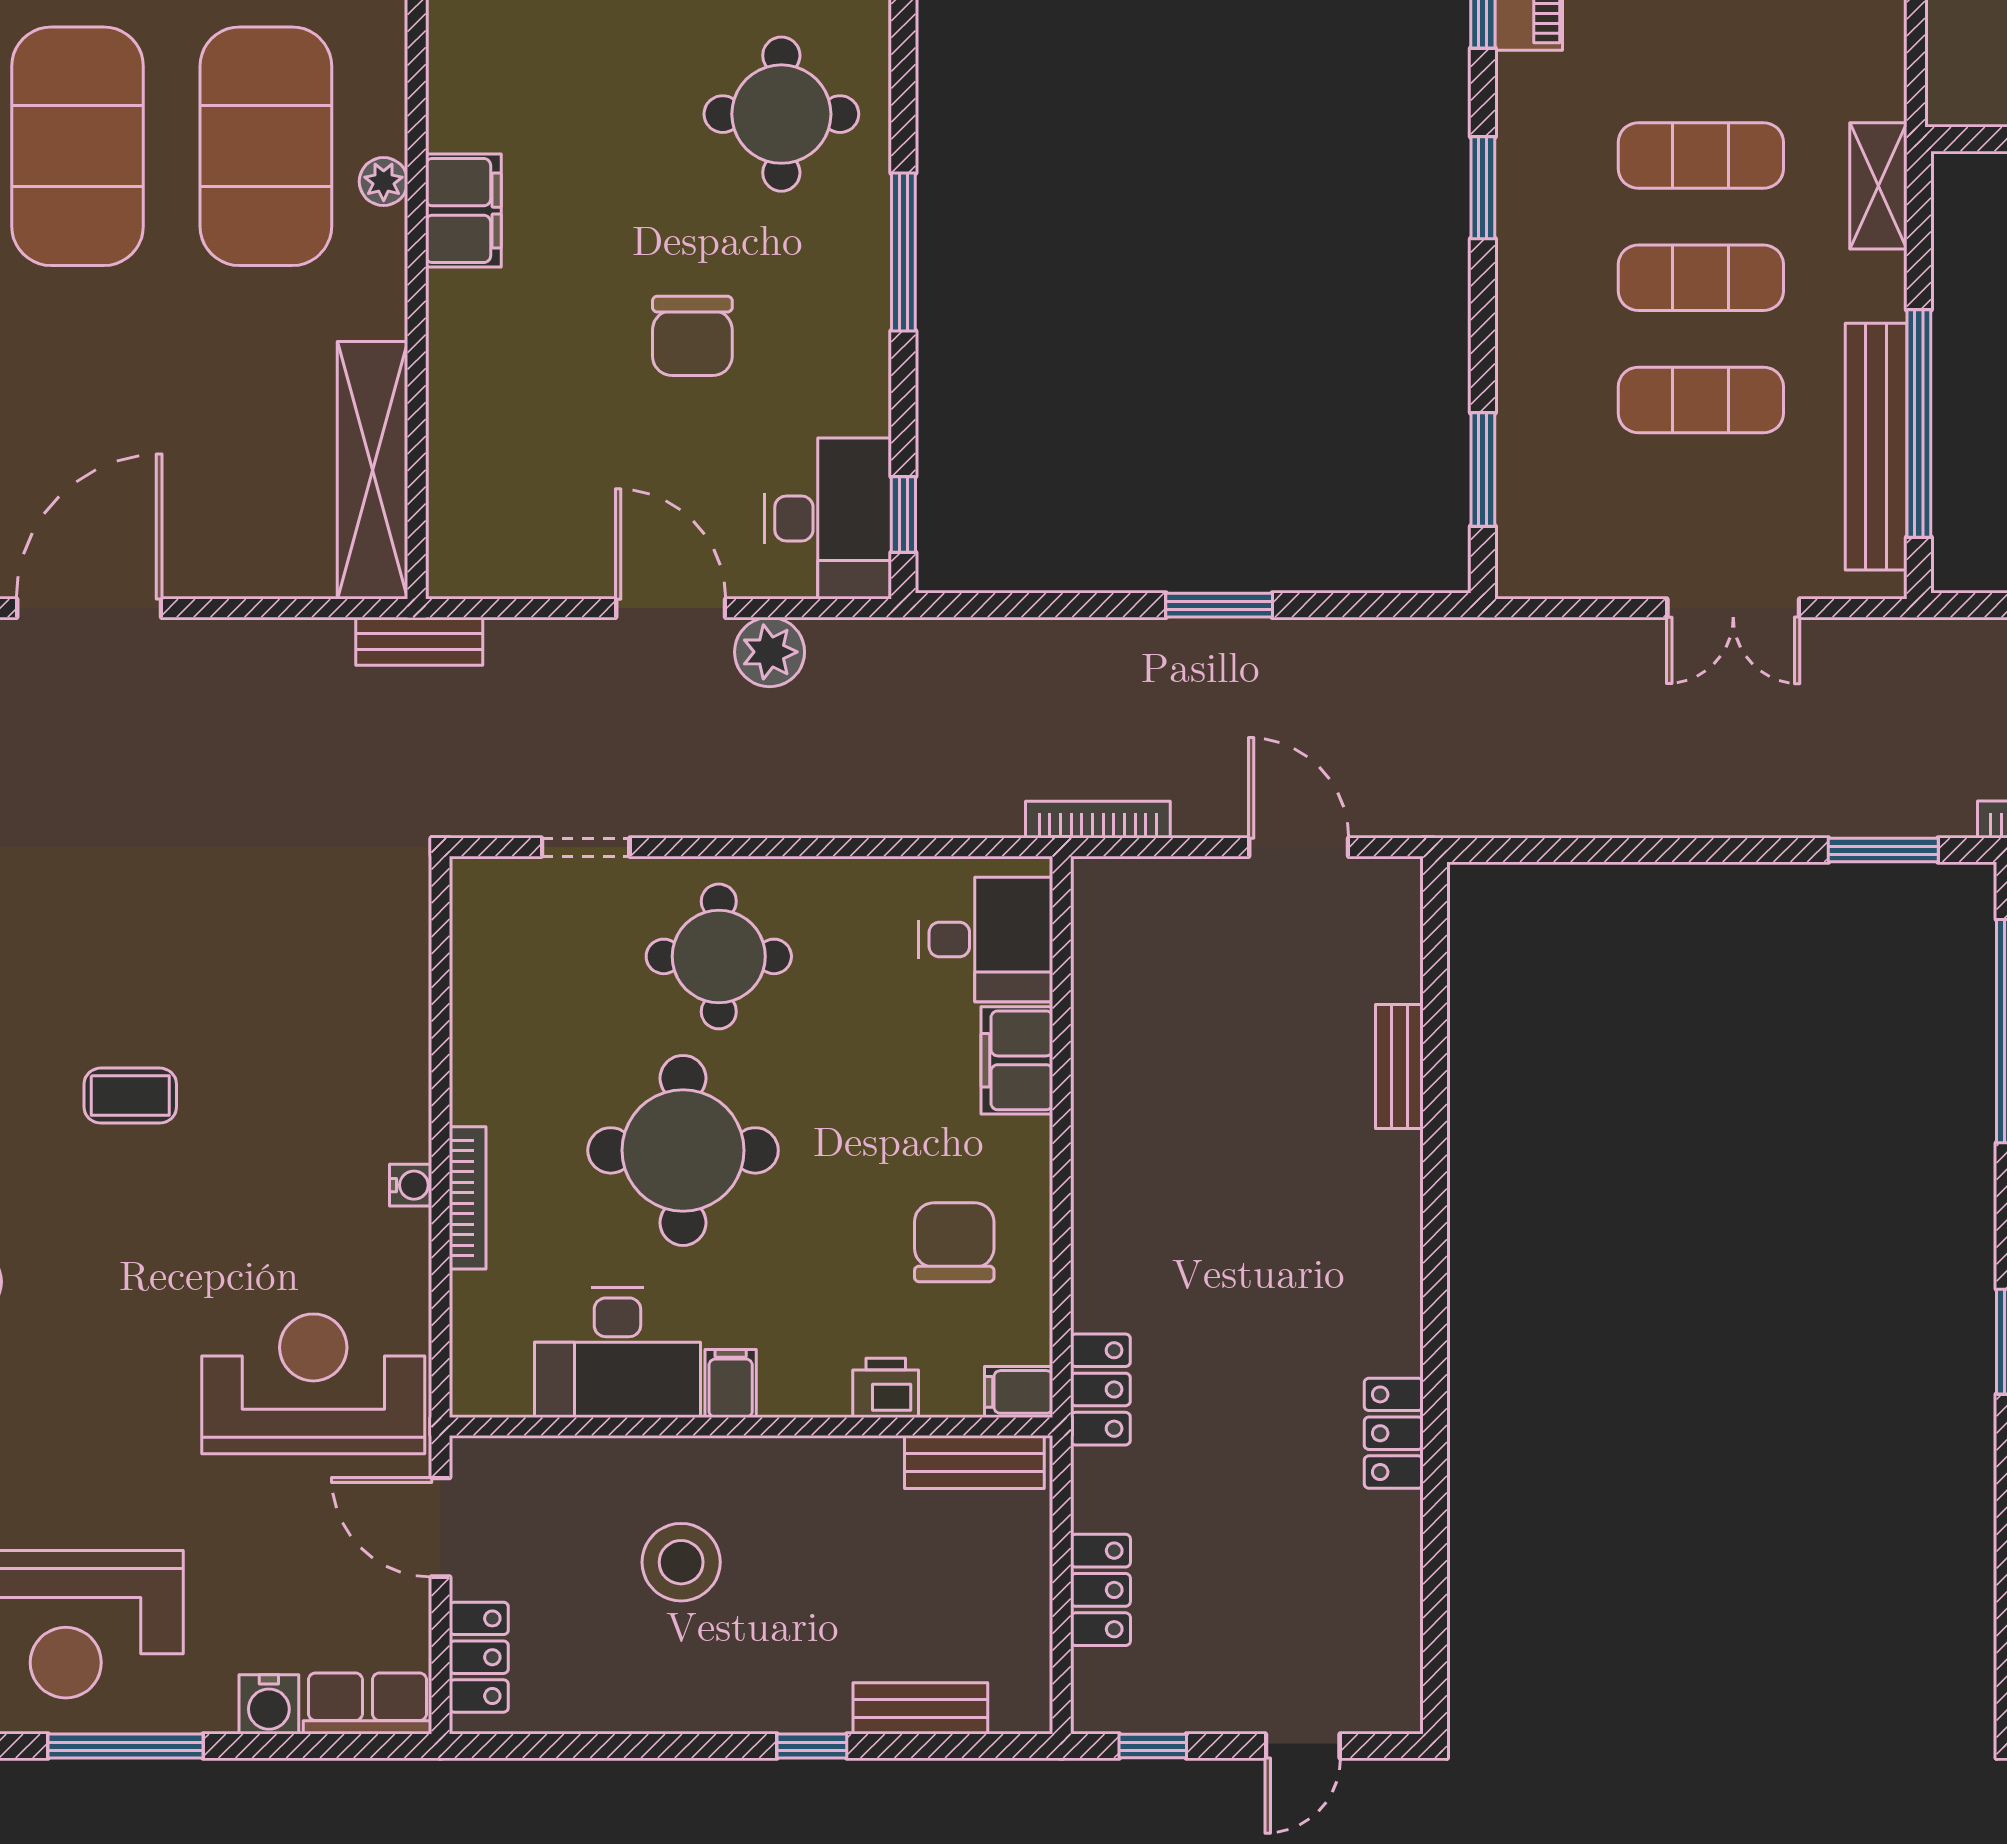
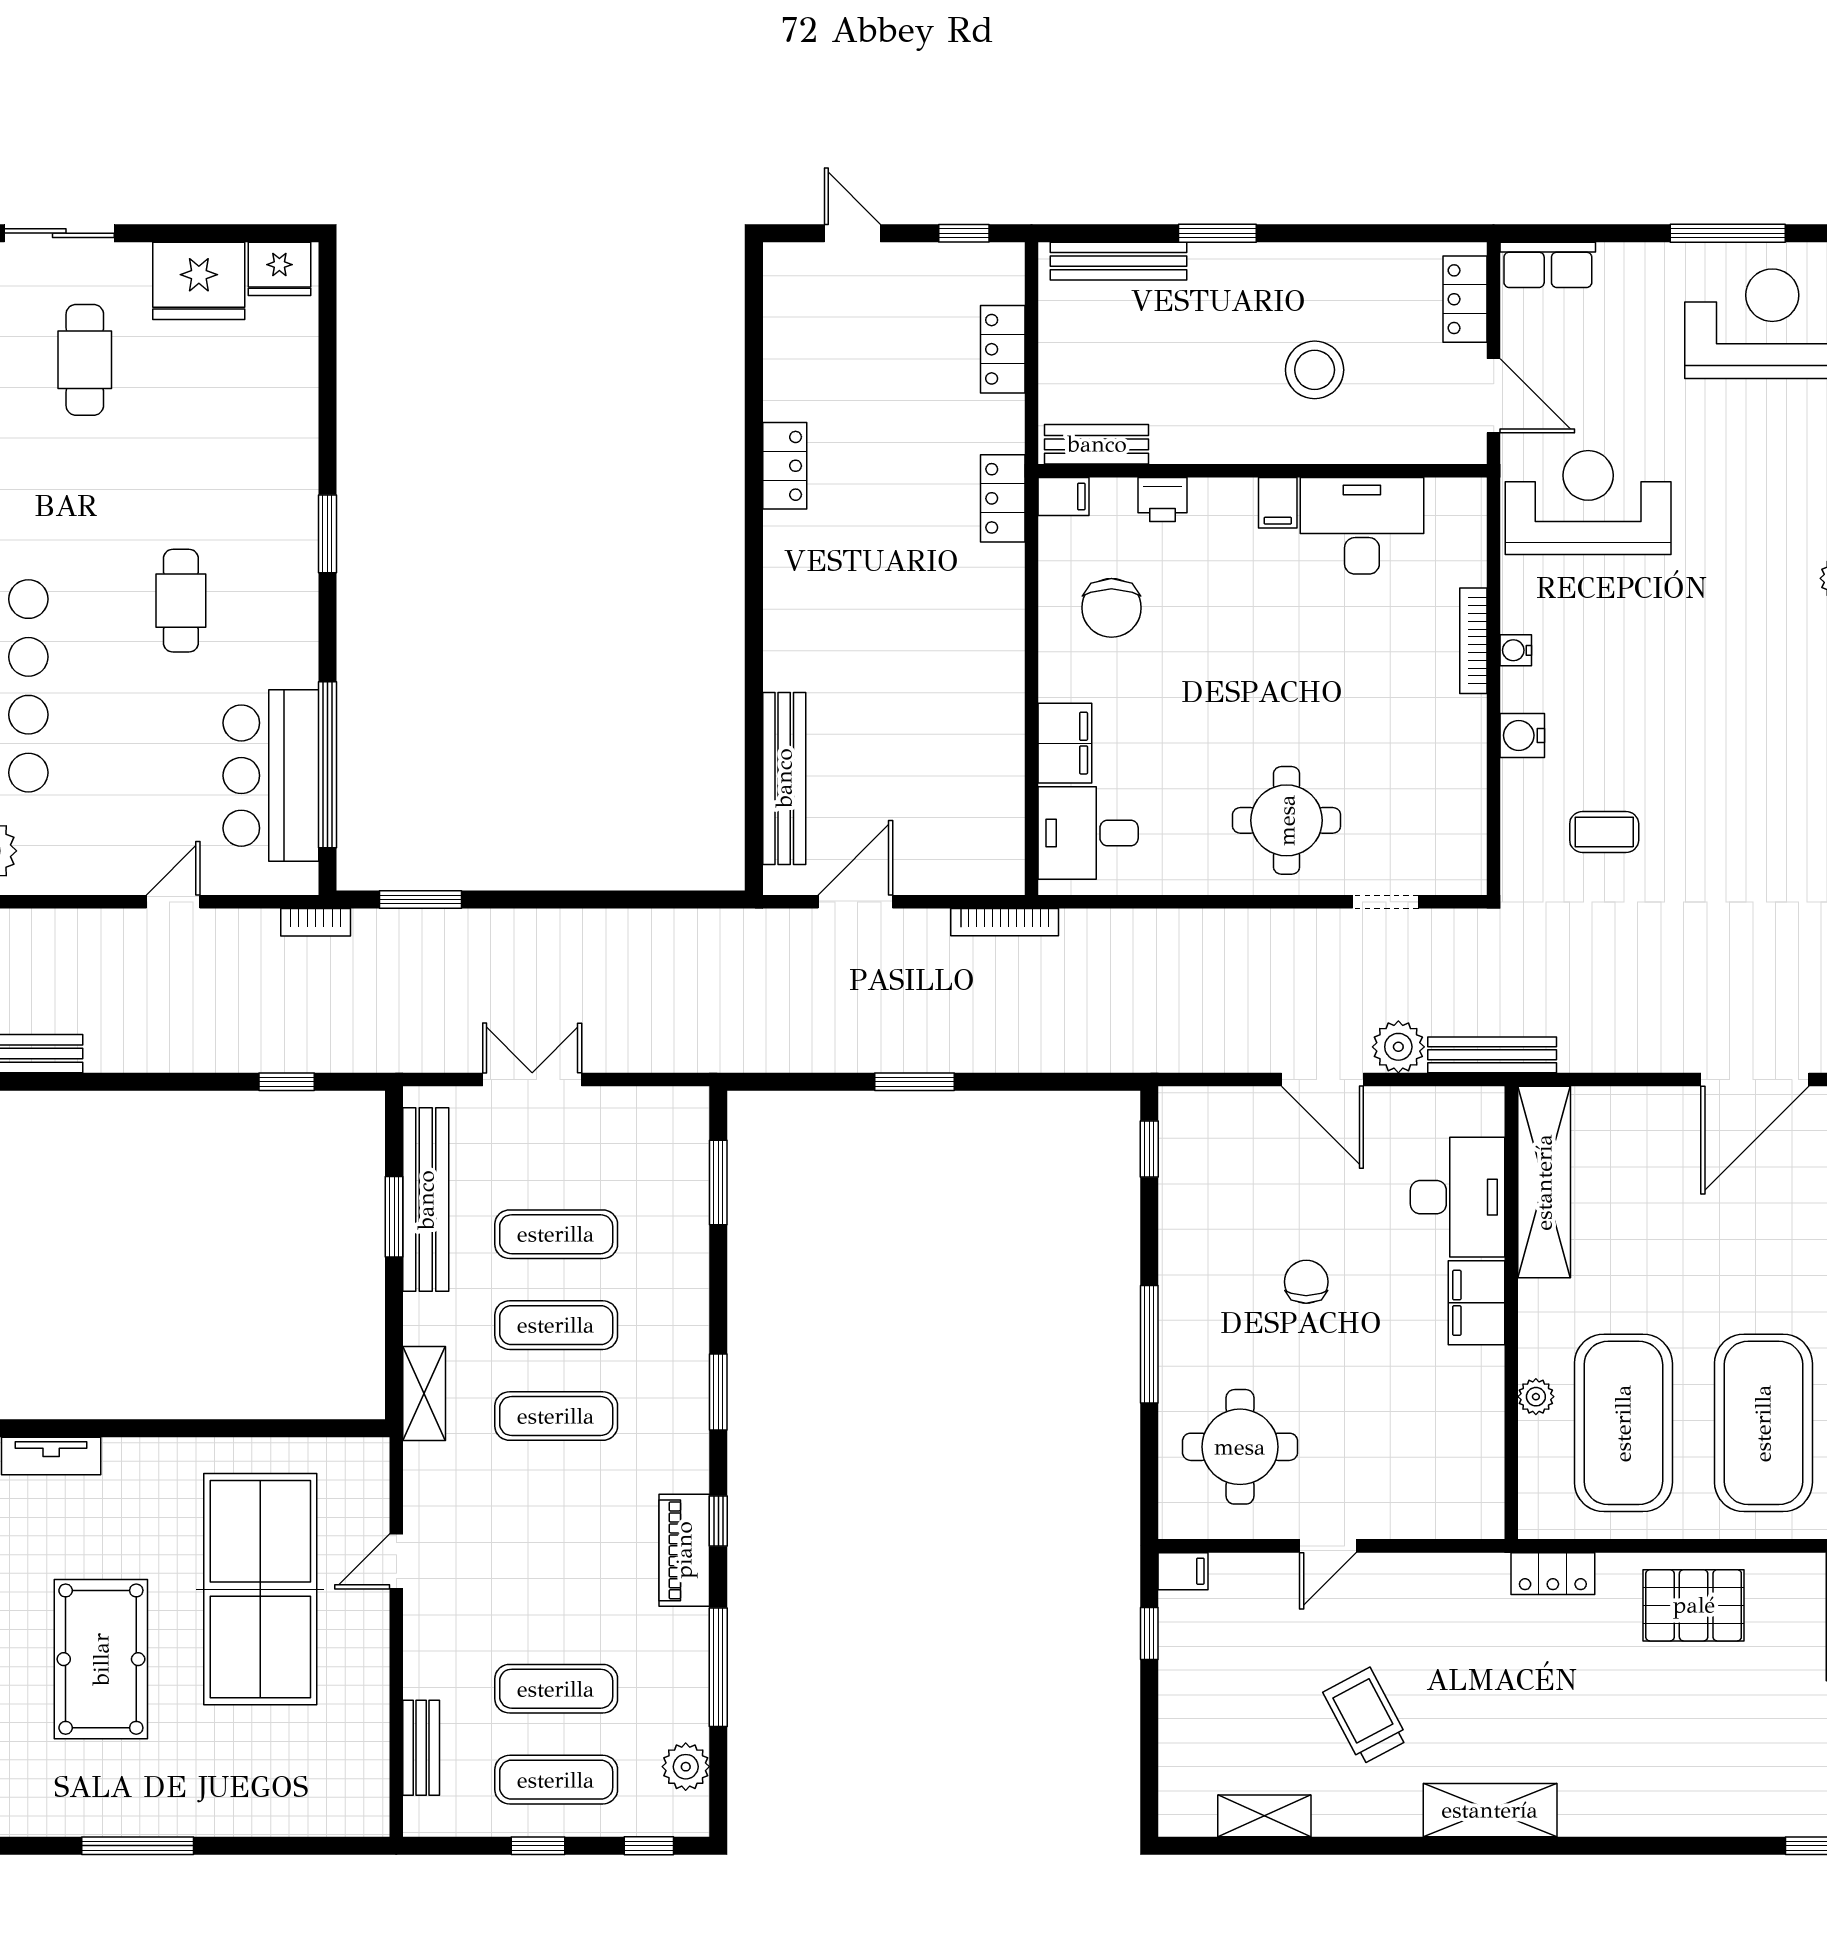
filing cabinet: (463, 211) -> (1477, 1303), moved
chair: (692, 336) -> (1306, 1282), width x0.73, depth x0.73
window: (1919, 423) -> (394, 1217), width x0.47
desk: (828, 518) -> (1458, 1197), moved, turned 180
bench: (419, 641) -> (1492, 1055), width x1.36
plant: (770, 652) -> (1398, 1047), moved
door: (1299, 847) -> (855, 902), swing flipped
bench: (1399, 1066) -> (784, 778), width x1.86, depth x1.21
coffee table: (130, 1096) -> (1604, 832), moved
round table: (683, 1150) -> (1313, 676), removed
reception desk: (313, 1384) -> (1588, 503), turned 180
water cooler: (269, 1704) -> (1522, 735), moved, turned -90
bench: (920, 1708) -> (1119, 261), width x1.36
window: (812, 1746) -> (1217, 233), width x1.50
door: (1303, 1746) -> (852, 233), hinge flipped

